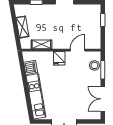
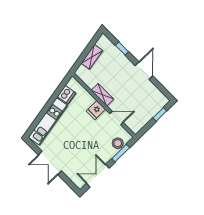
shelving: (41, 44) -> (102, 95), moved

